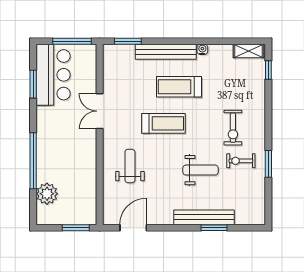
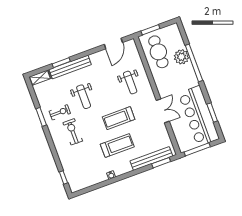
shelving: (248, 51) -> (40, 78), moved
bench: (166, 52) -> (151, 159), moved
bar counter: (53, 75) -> (199, 116), width x1.36
weight bench: (200, 170) -> (84, 97), turned -90
plant: (47, 194) -> (182, 57), moved
cafe table: (76, 194) -> (158, 52), added

